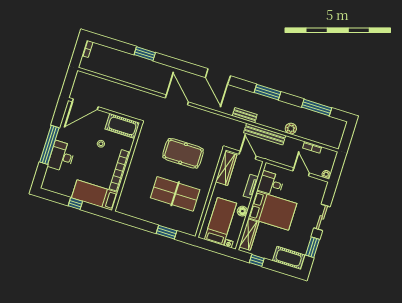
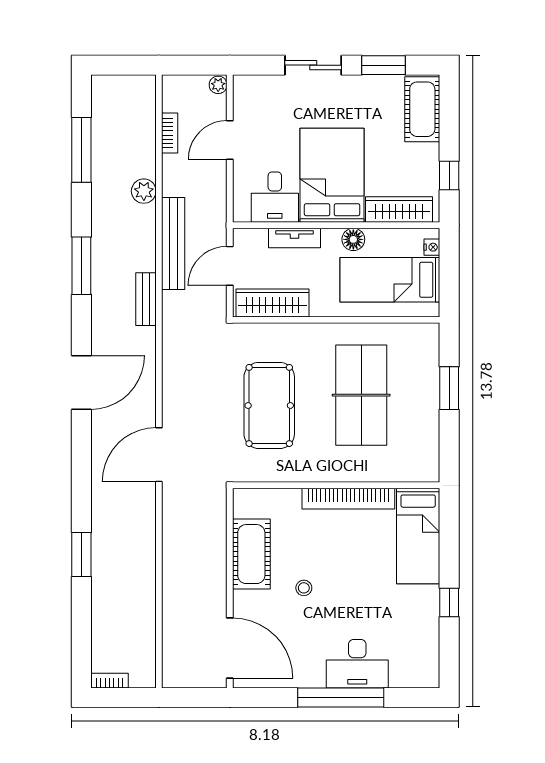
wall: (127, 167) -> (336, 485), moved
bookcase: (120, 171) -> (348, 499), moved
bed: (95, 195) -> (418, 536), moved

